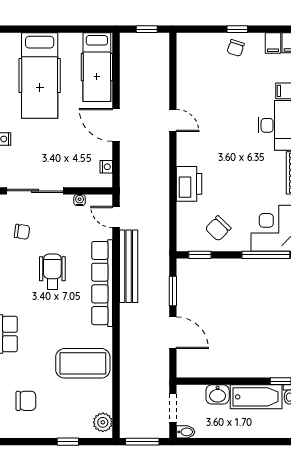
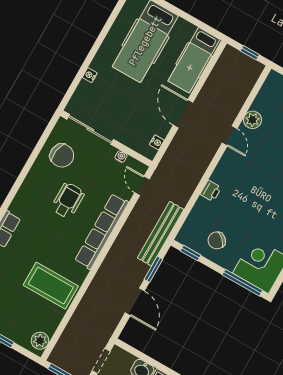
plant: (186, 92) -> (253, 120), added
printer: (189, 184) -> (211, 191), width x0.53, depth x0.68
chair: (22, 232) -> (62, 155), width x1.87, depth x1.87
bench: (129, 266) -> (161, 234), moved

